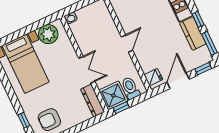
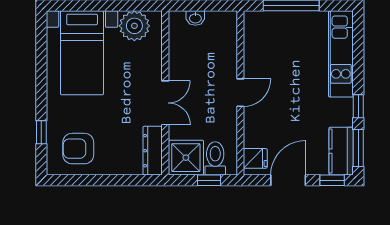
washbasin: (71, 18) -> (195, 18), moved
kitchen counter: (193, 33) -> (341, 151), moved
window: (121, 108) -> (209, 180), moved

